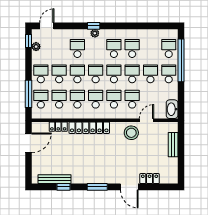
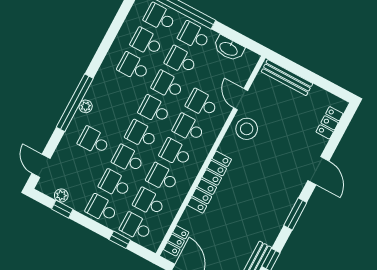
window: (94, 26) -> (75, 103), width x3.17
window: (29, 41) -> (62, 209), moved
school desk: (114, 49) -> (146, 42), moved
window: (29, 94) -> (120, 240), width x0.46
washbasin: (172, 109) -> (229, 48), moved
locker: (58, 127) -> (176, 241), moved
bench: (173, 145) -> (287, 78), width x1.36
locker: (150, 179) -> (330, 123), moved
door: (129, 187) -> (318, 171), hinge flipped

